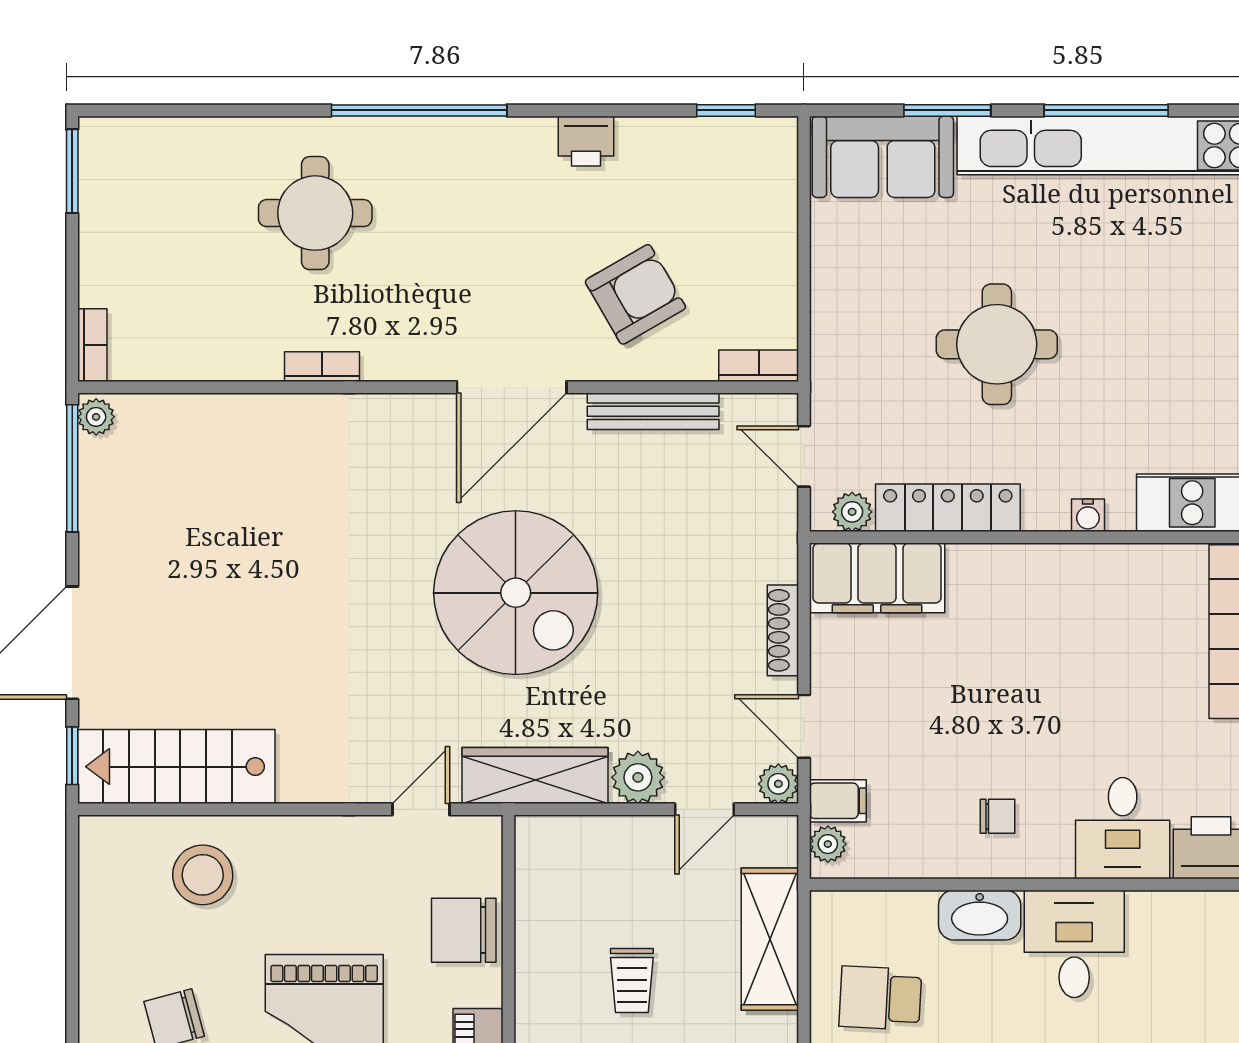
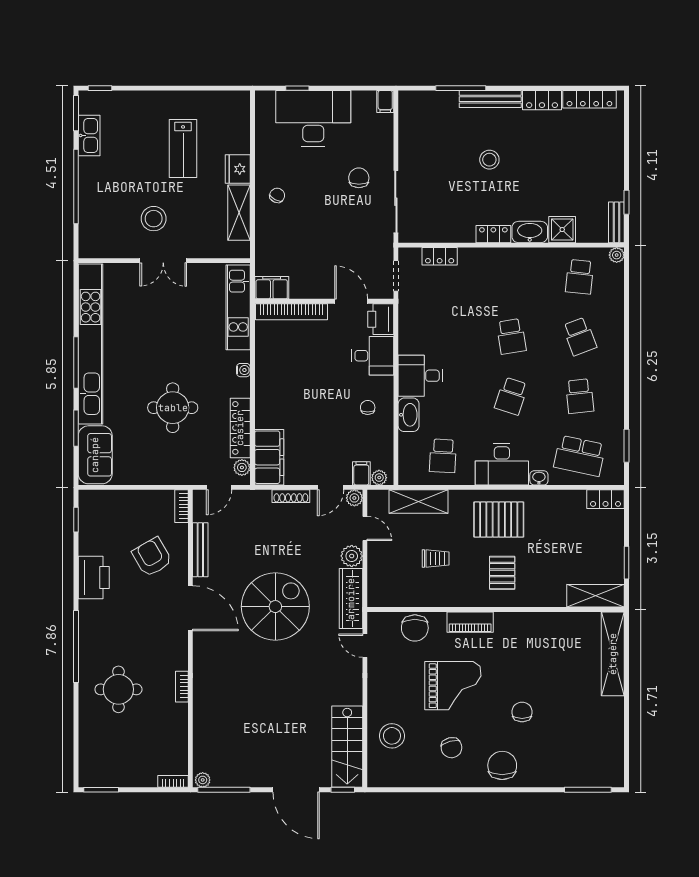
printer: (586, 141) -> (94, 577), width x1.87, depth x1.48

